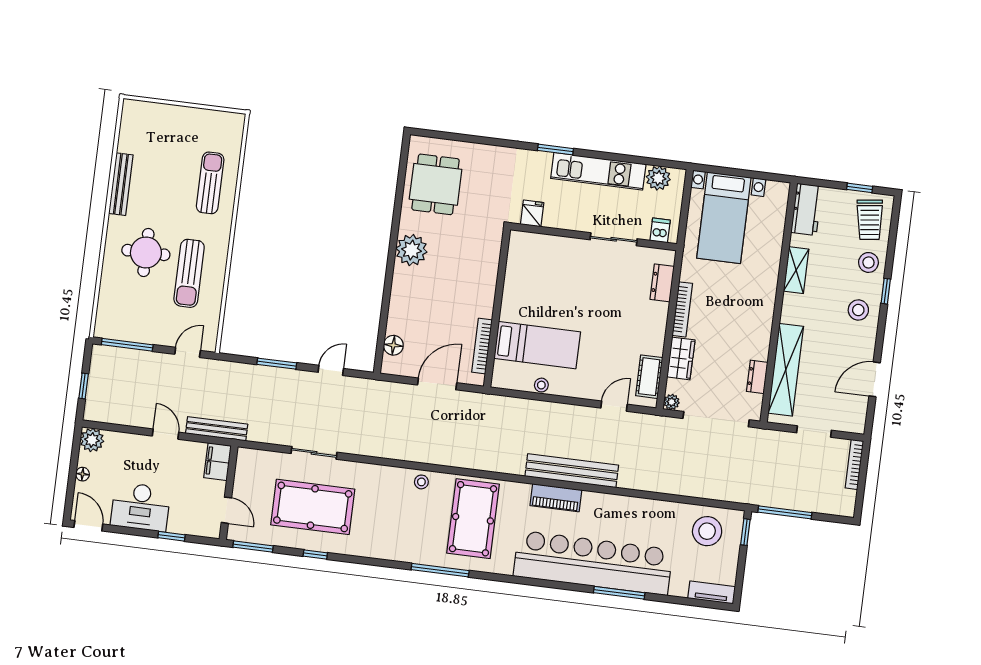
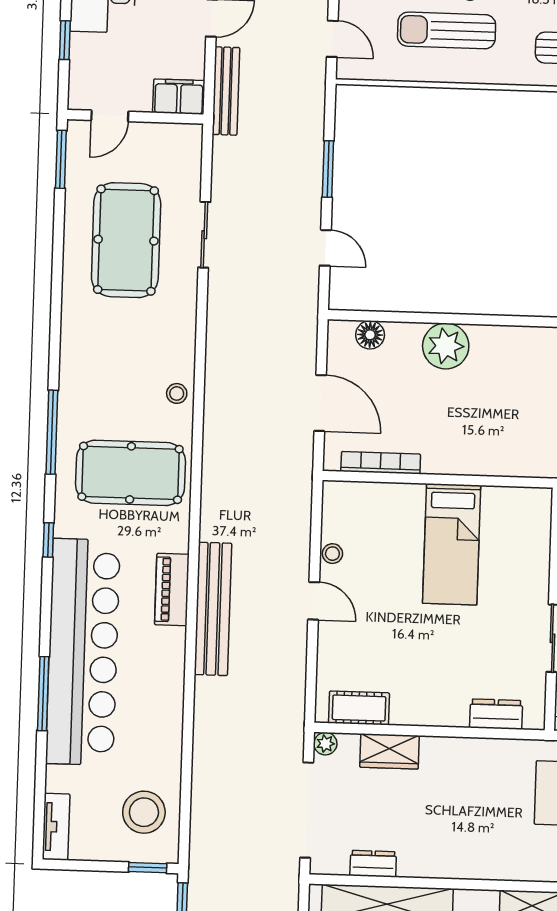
plant: (411, 250) -> (446, 346), moved
bookcase: (682, 309) -> (460, 747), removed
bed: (537, 345) -> (452, 544), moved
door: (614, 406) -> (314, 601), moved
window: (315, 554) -> (48, 540), moved

